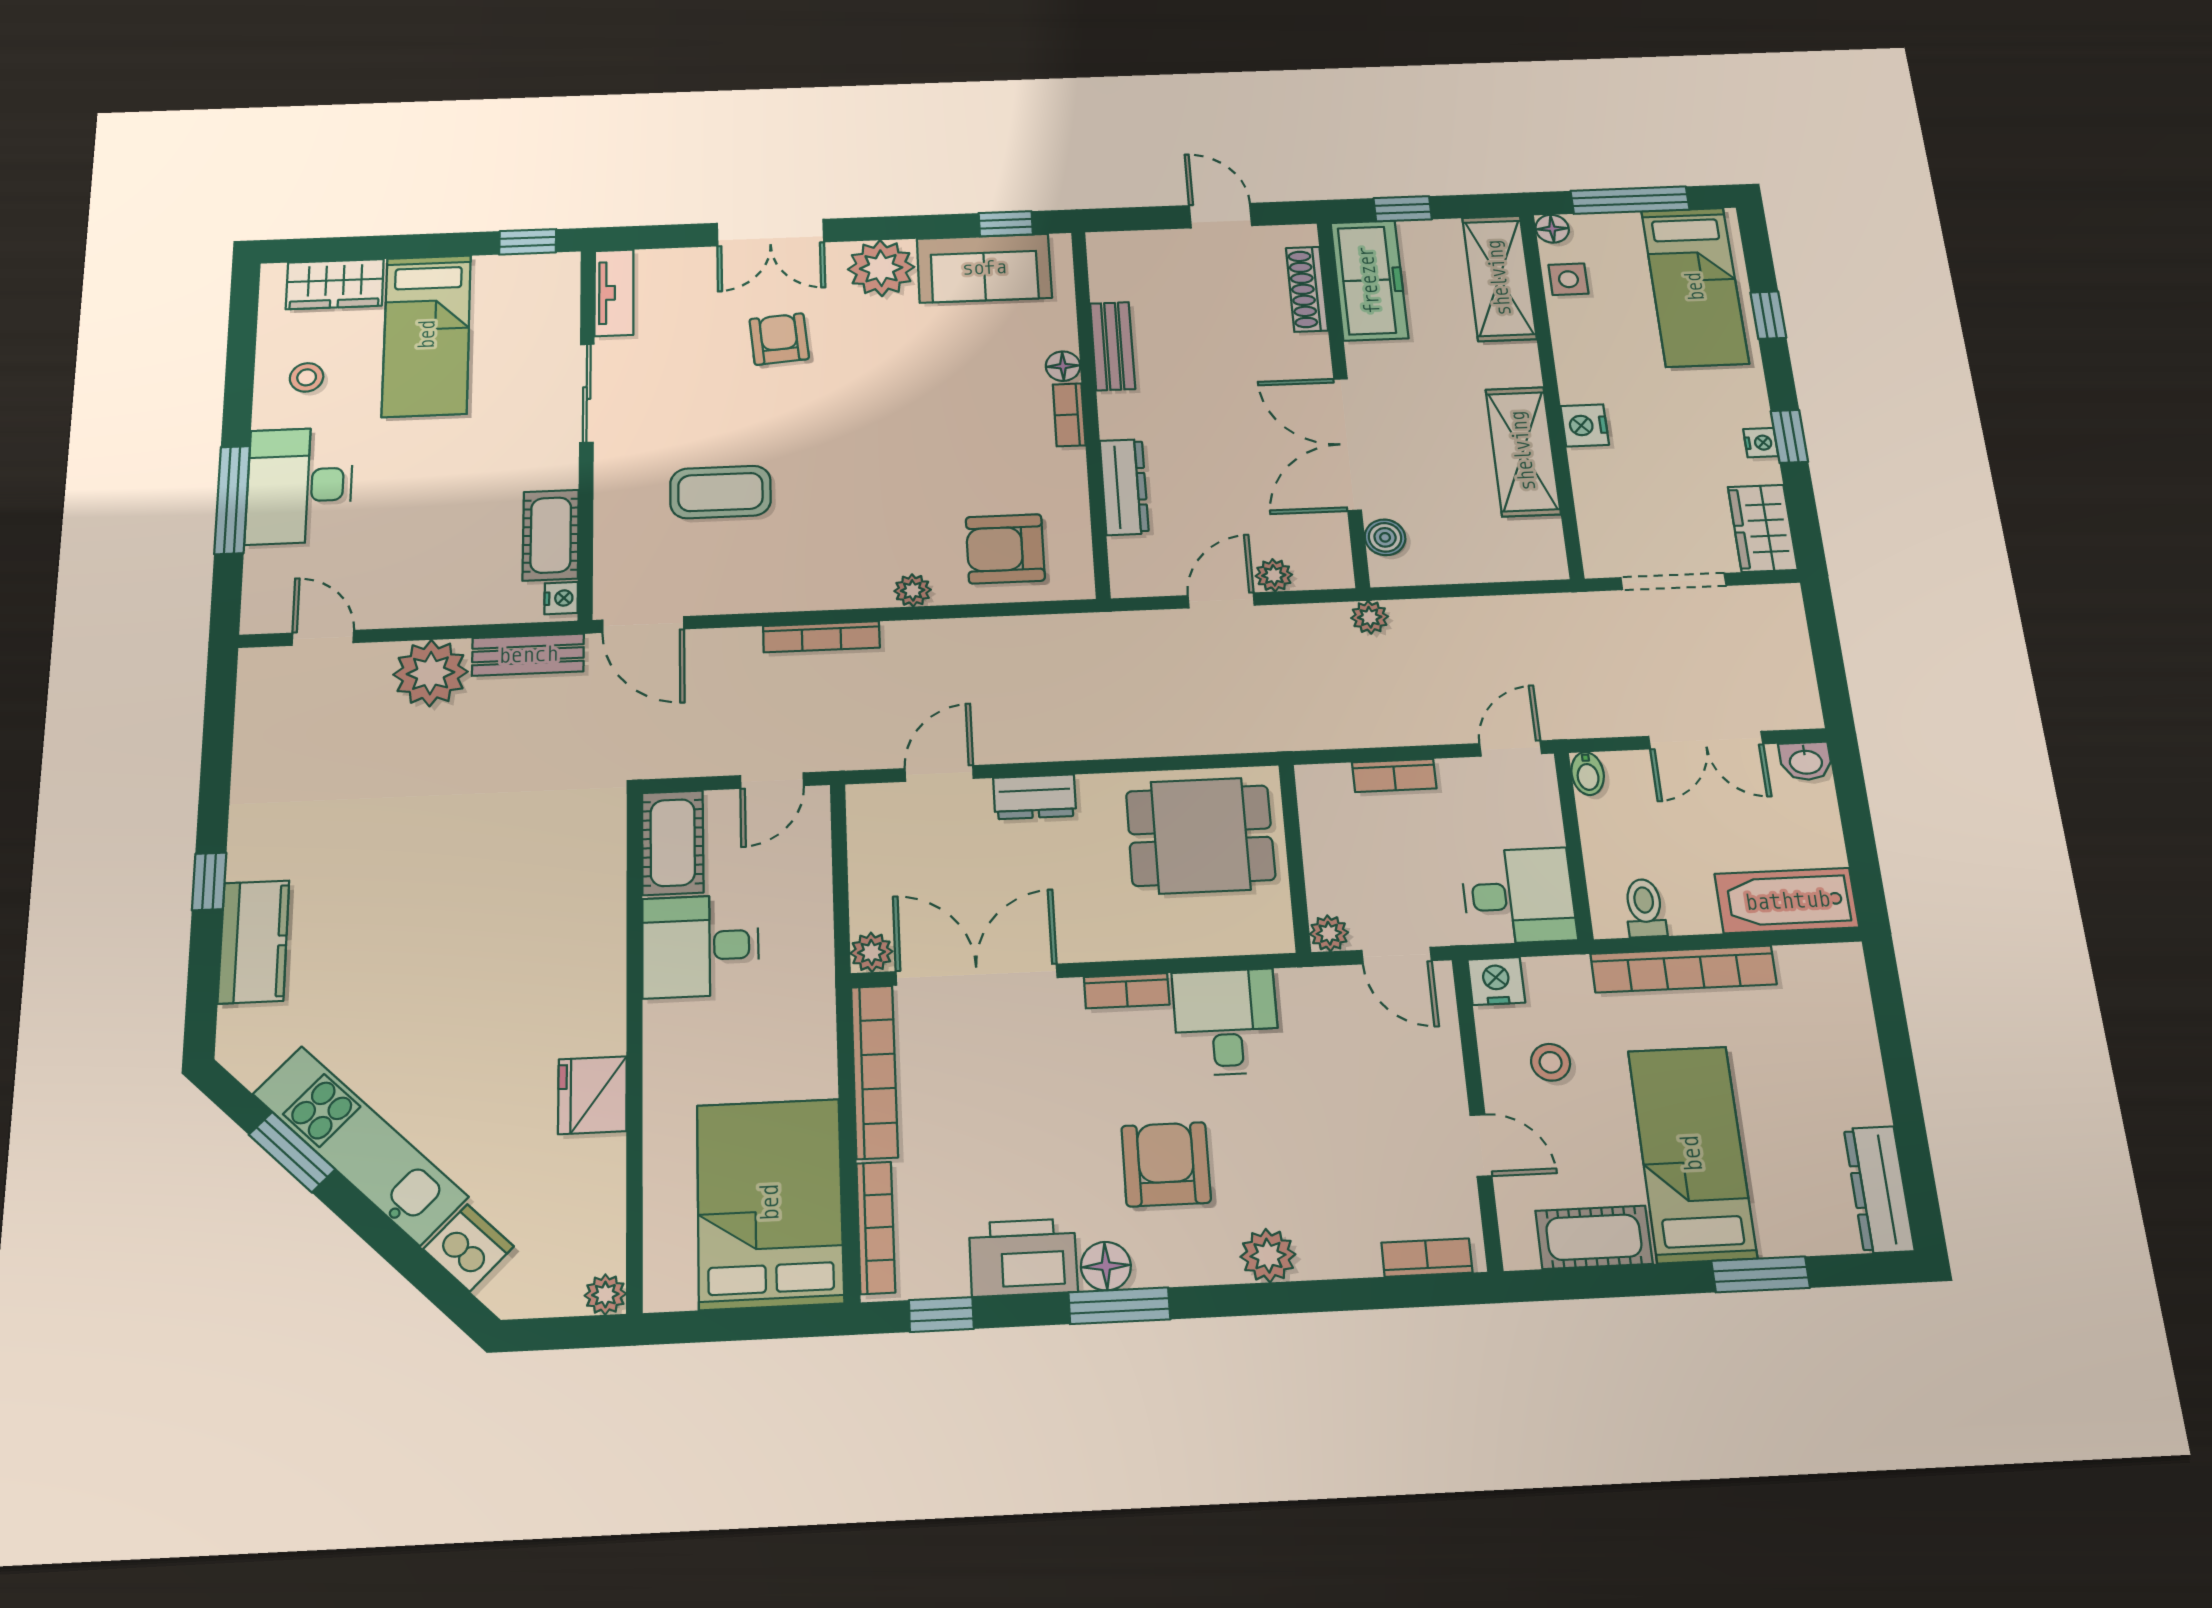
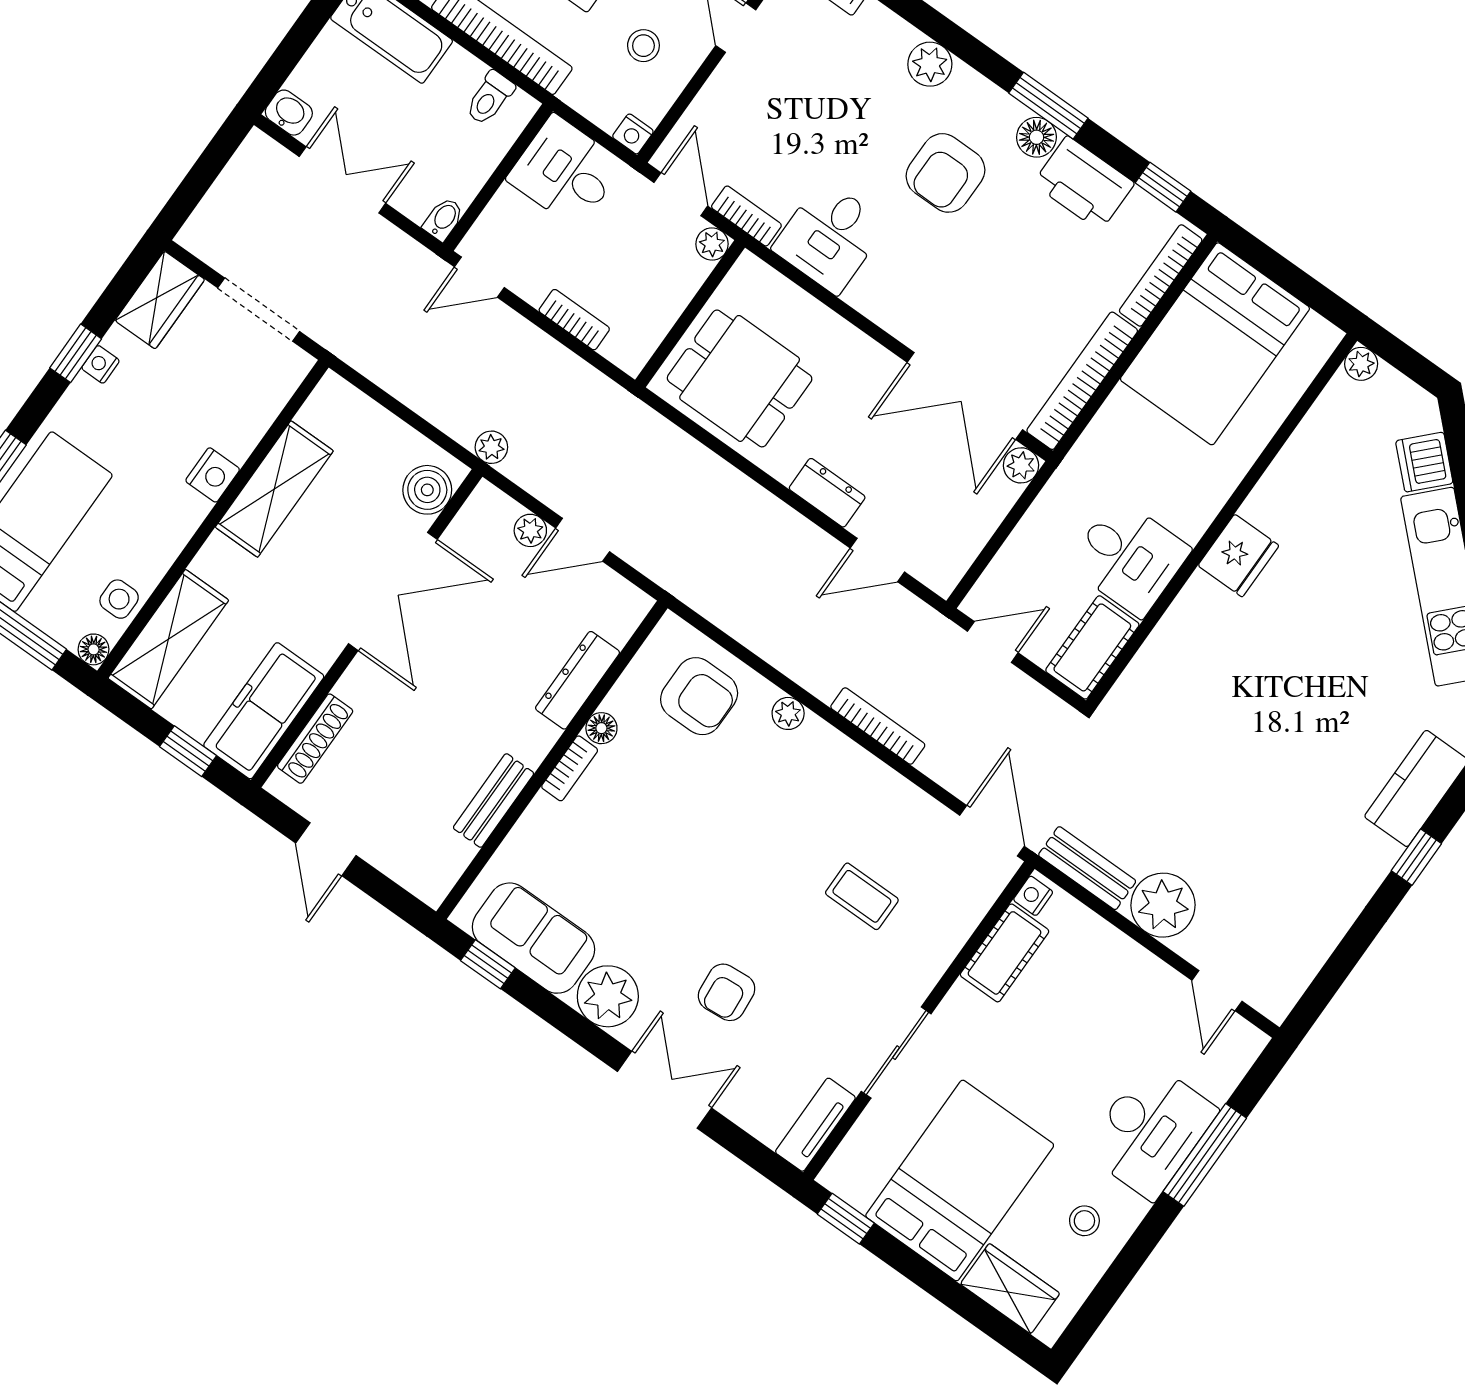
bed: (427, 335) -> (960, 1180), width x1.50
floor lamp: (1063, 366) -> (601, 728), moved
coffee table: (720, 492) -> (862, 896), width x0.73, depth x0.77
boiler: (1385, 537) -> (427, 490), width x1.36, depth x1.36
nightstand: (1496, 981) -> (633, 134), width x0.72, depth x0.74
bookcase: (1127, 991) -> (746, 216), moved
fridge: (592, 1095) -> (1238, 556), moved

